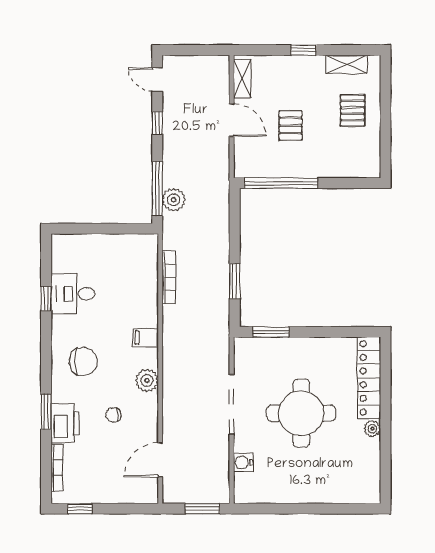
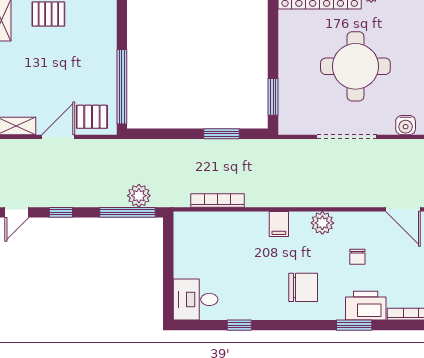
pallet: (291, 125) -> (92, 117), moved
desk: (73, 294) -> (196, 299), moved, turned 90
chair: (83, 362) -> (303, 287), turned 90

